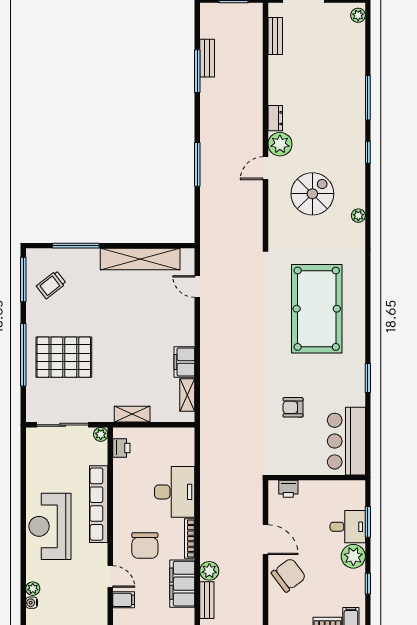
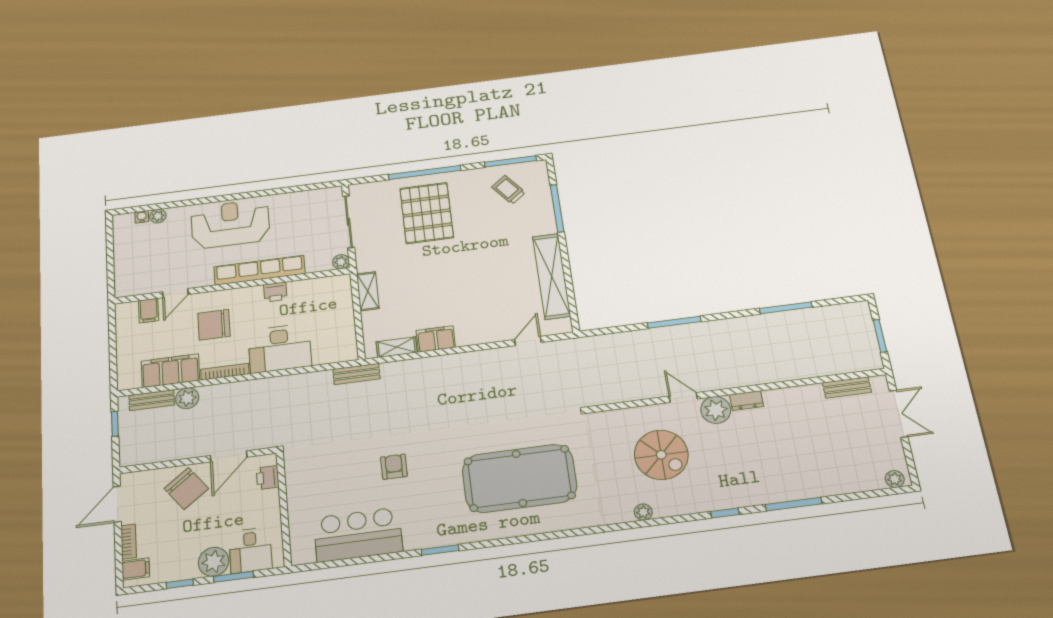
bench: (207, 58) -> (356, 374), moved
printer: (121, 448) -> (275, 292), moved
wall: (317, 478) -> (284, 509), moved
printer: (288, 489) -> (268, 478), moved
window: (368, 522) -> (234, 577), moved

